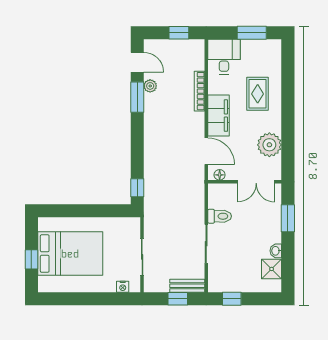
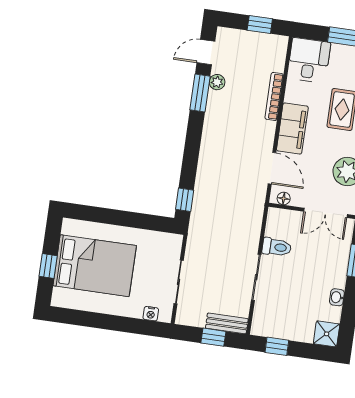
door: (137, 62) -> (206, 52), swing flipped
shower: (272, 269) -> (327, 334), moved

